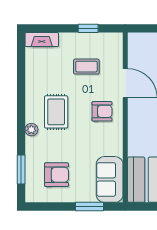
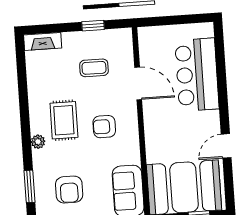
armchair: (102, 111) -> (104, 127), moved, turned 180
armchair: (57, 175) -> (69, 190), turned 90

